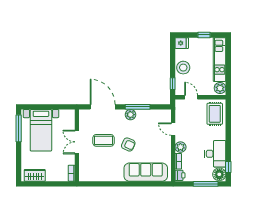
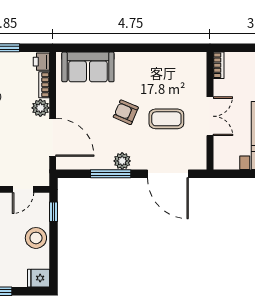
door: (191, 97) -> (23, 189), hinge flipped
door: (173, 129) -> (53, 137), width x1.87
sofa: (146, 172) -> (88, 67), width x0.73

